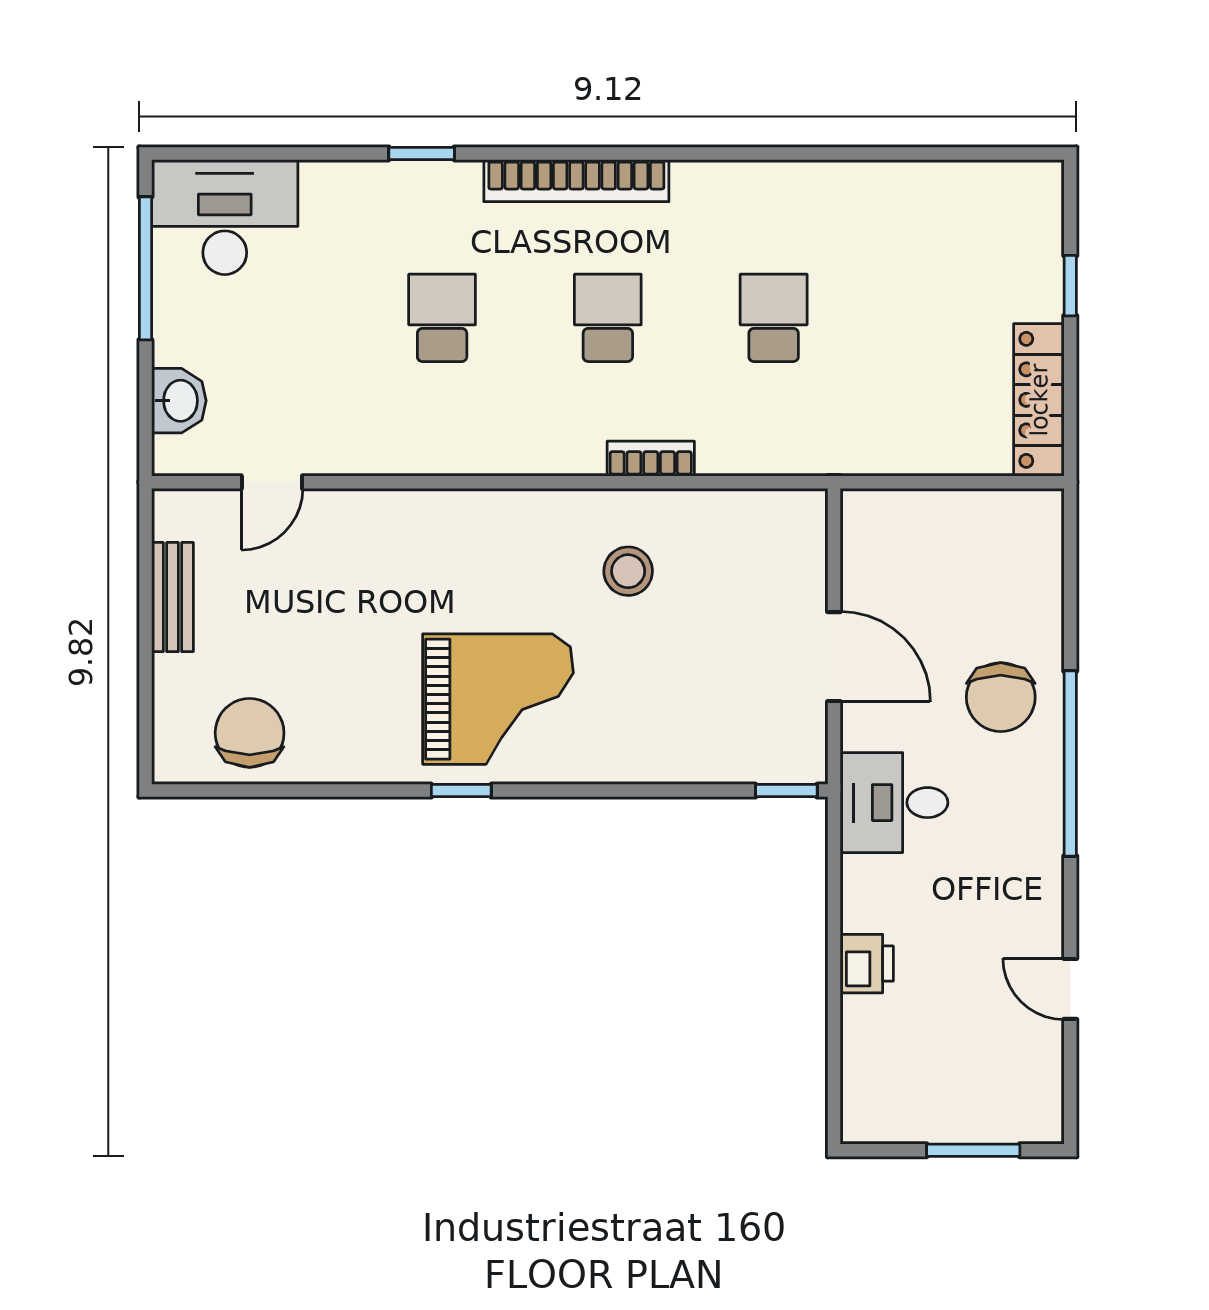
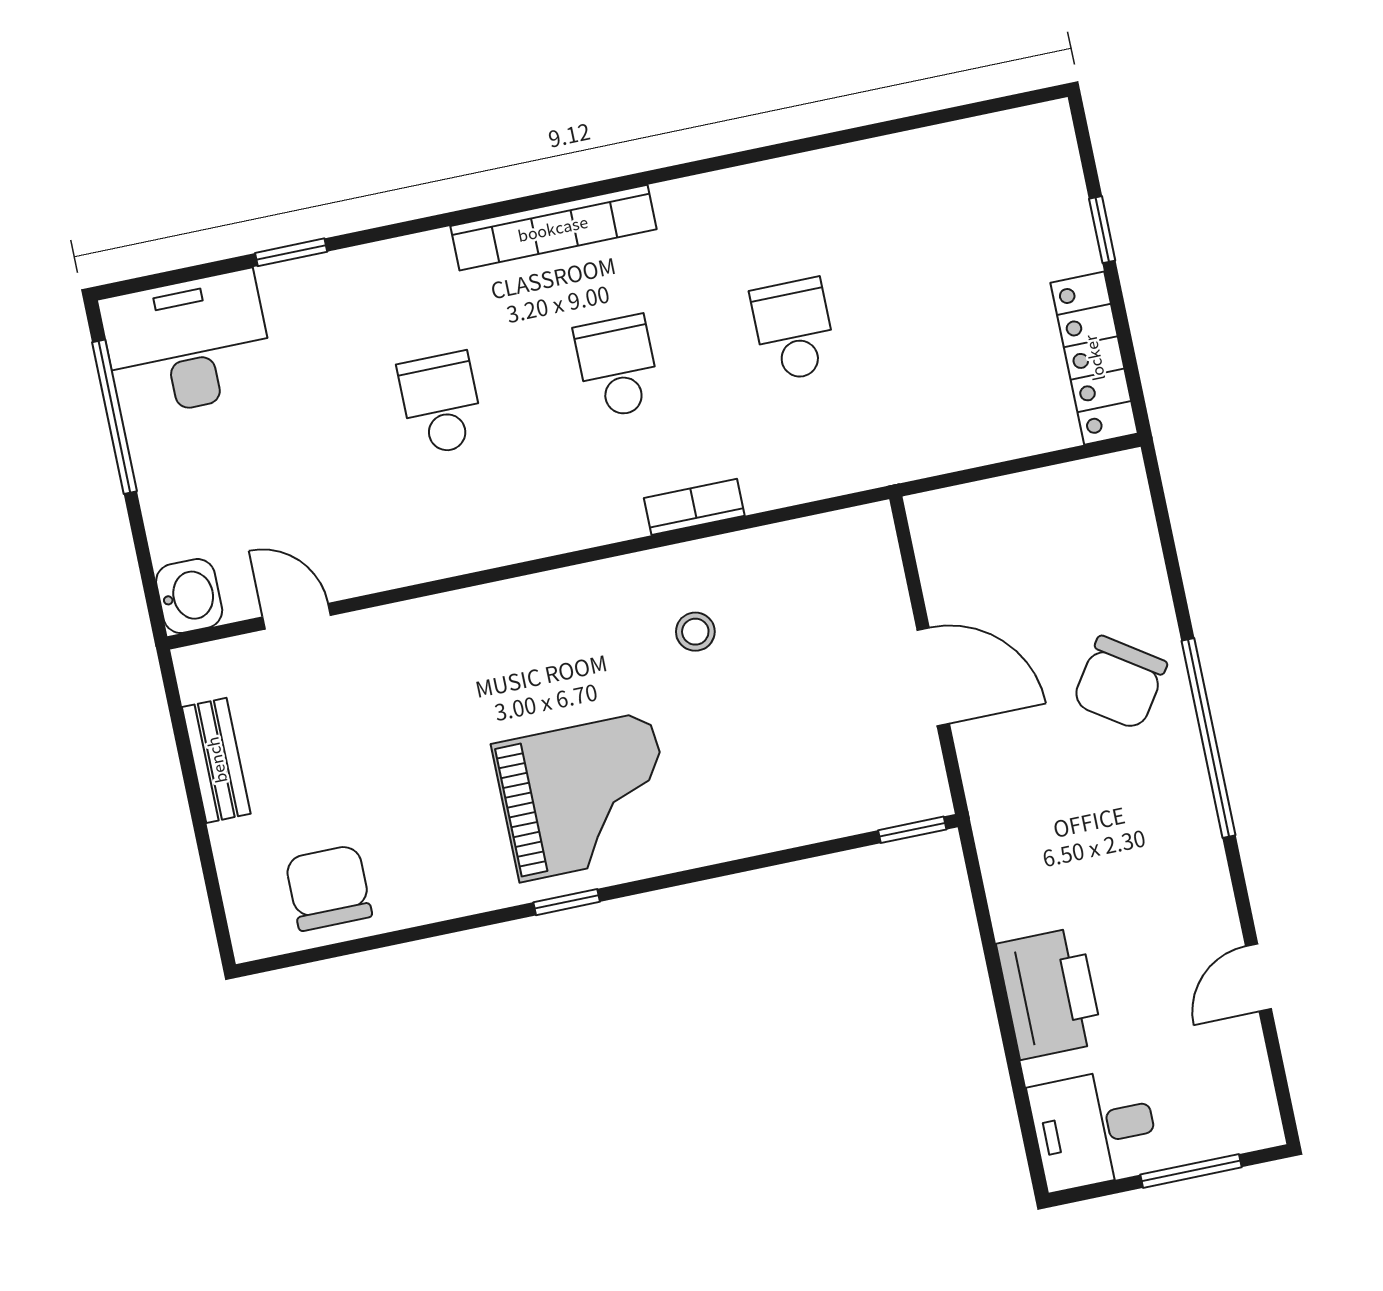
window: (422, 153) -> (291, 252), moved
washbasin: (179, 401) -> (189, 596), moved
door: (272, 482) -> (297, 616), swing flipped
stool: (628, 571) -> (695, 632), width x0.73, depth x0.73
chair: (1001, 697) -> (1120, 683), turned 34
desk: (894, 803) -> (1094, 1129), moved
printer: (867, 964) -> (1050, 993), width x1.87, depth x1.48
door: (1070, 989) -> (1258, 978), hinge flipped

